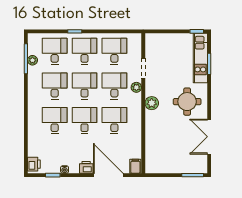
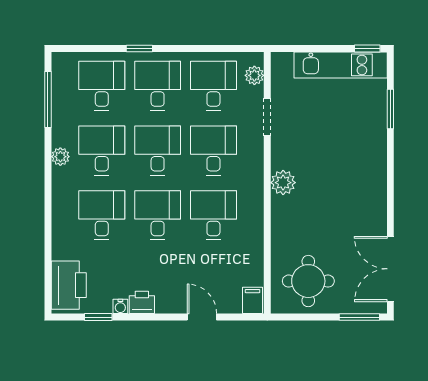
kitchen unit: (200, 58) -> (341, 65), moved, turned -90
plant: (32, 60) -> (60, 157), moved
plant: (136, 87) -> (254, 75), moved
round table: (187, 102) -> (308, 281), moved
double door: (209, 137) -> (390, 269), moved
printer: (34, 164) -> (69, 285), width x1.87, depth x1.48
printer: (86, 167) -> (142, 302), moved
door: (108, 175) -> (202, 317), width x0.53

